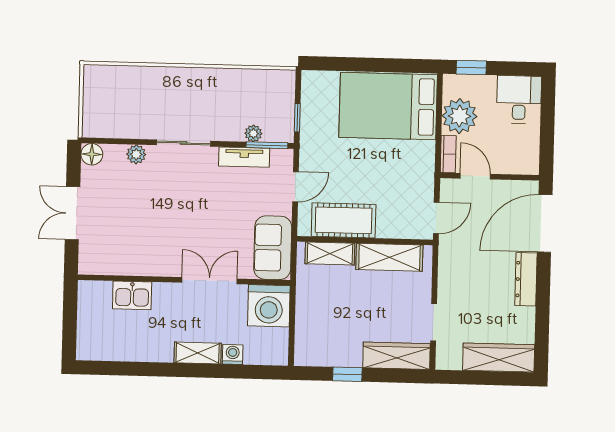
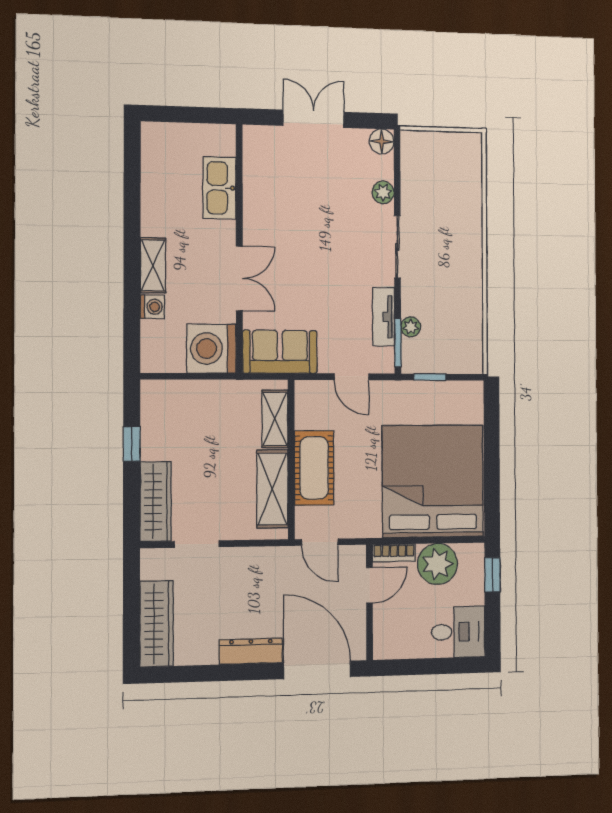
bed: (388, 106) -> (433, 481), width x1.36
cot: (344, 220) -> (314, 468), moved
kitchen sink: (132, 295) -> (220, 188), width x1.38

